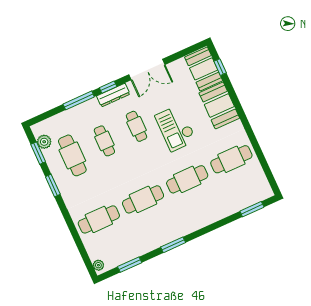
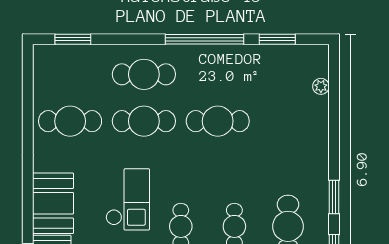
cafe table: (99, 219) -> (144, 74), moved
window: (173, 245) -> (205, 39), width x2.11
plant: (98, 265) -> (321, 86), moved

